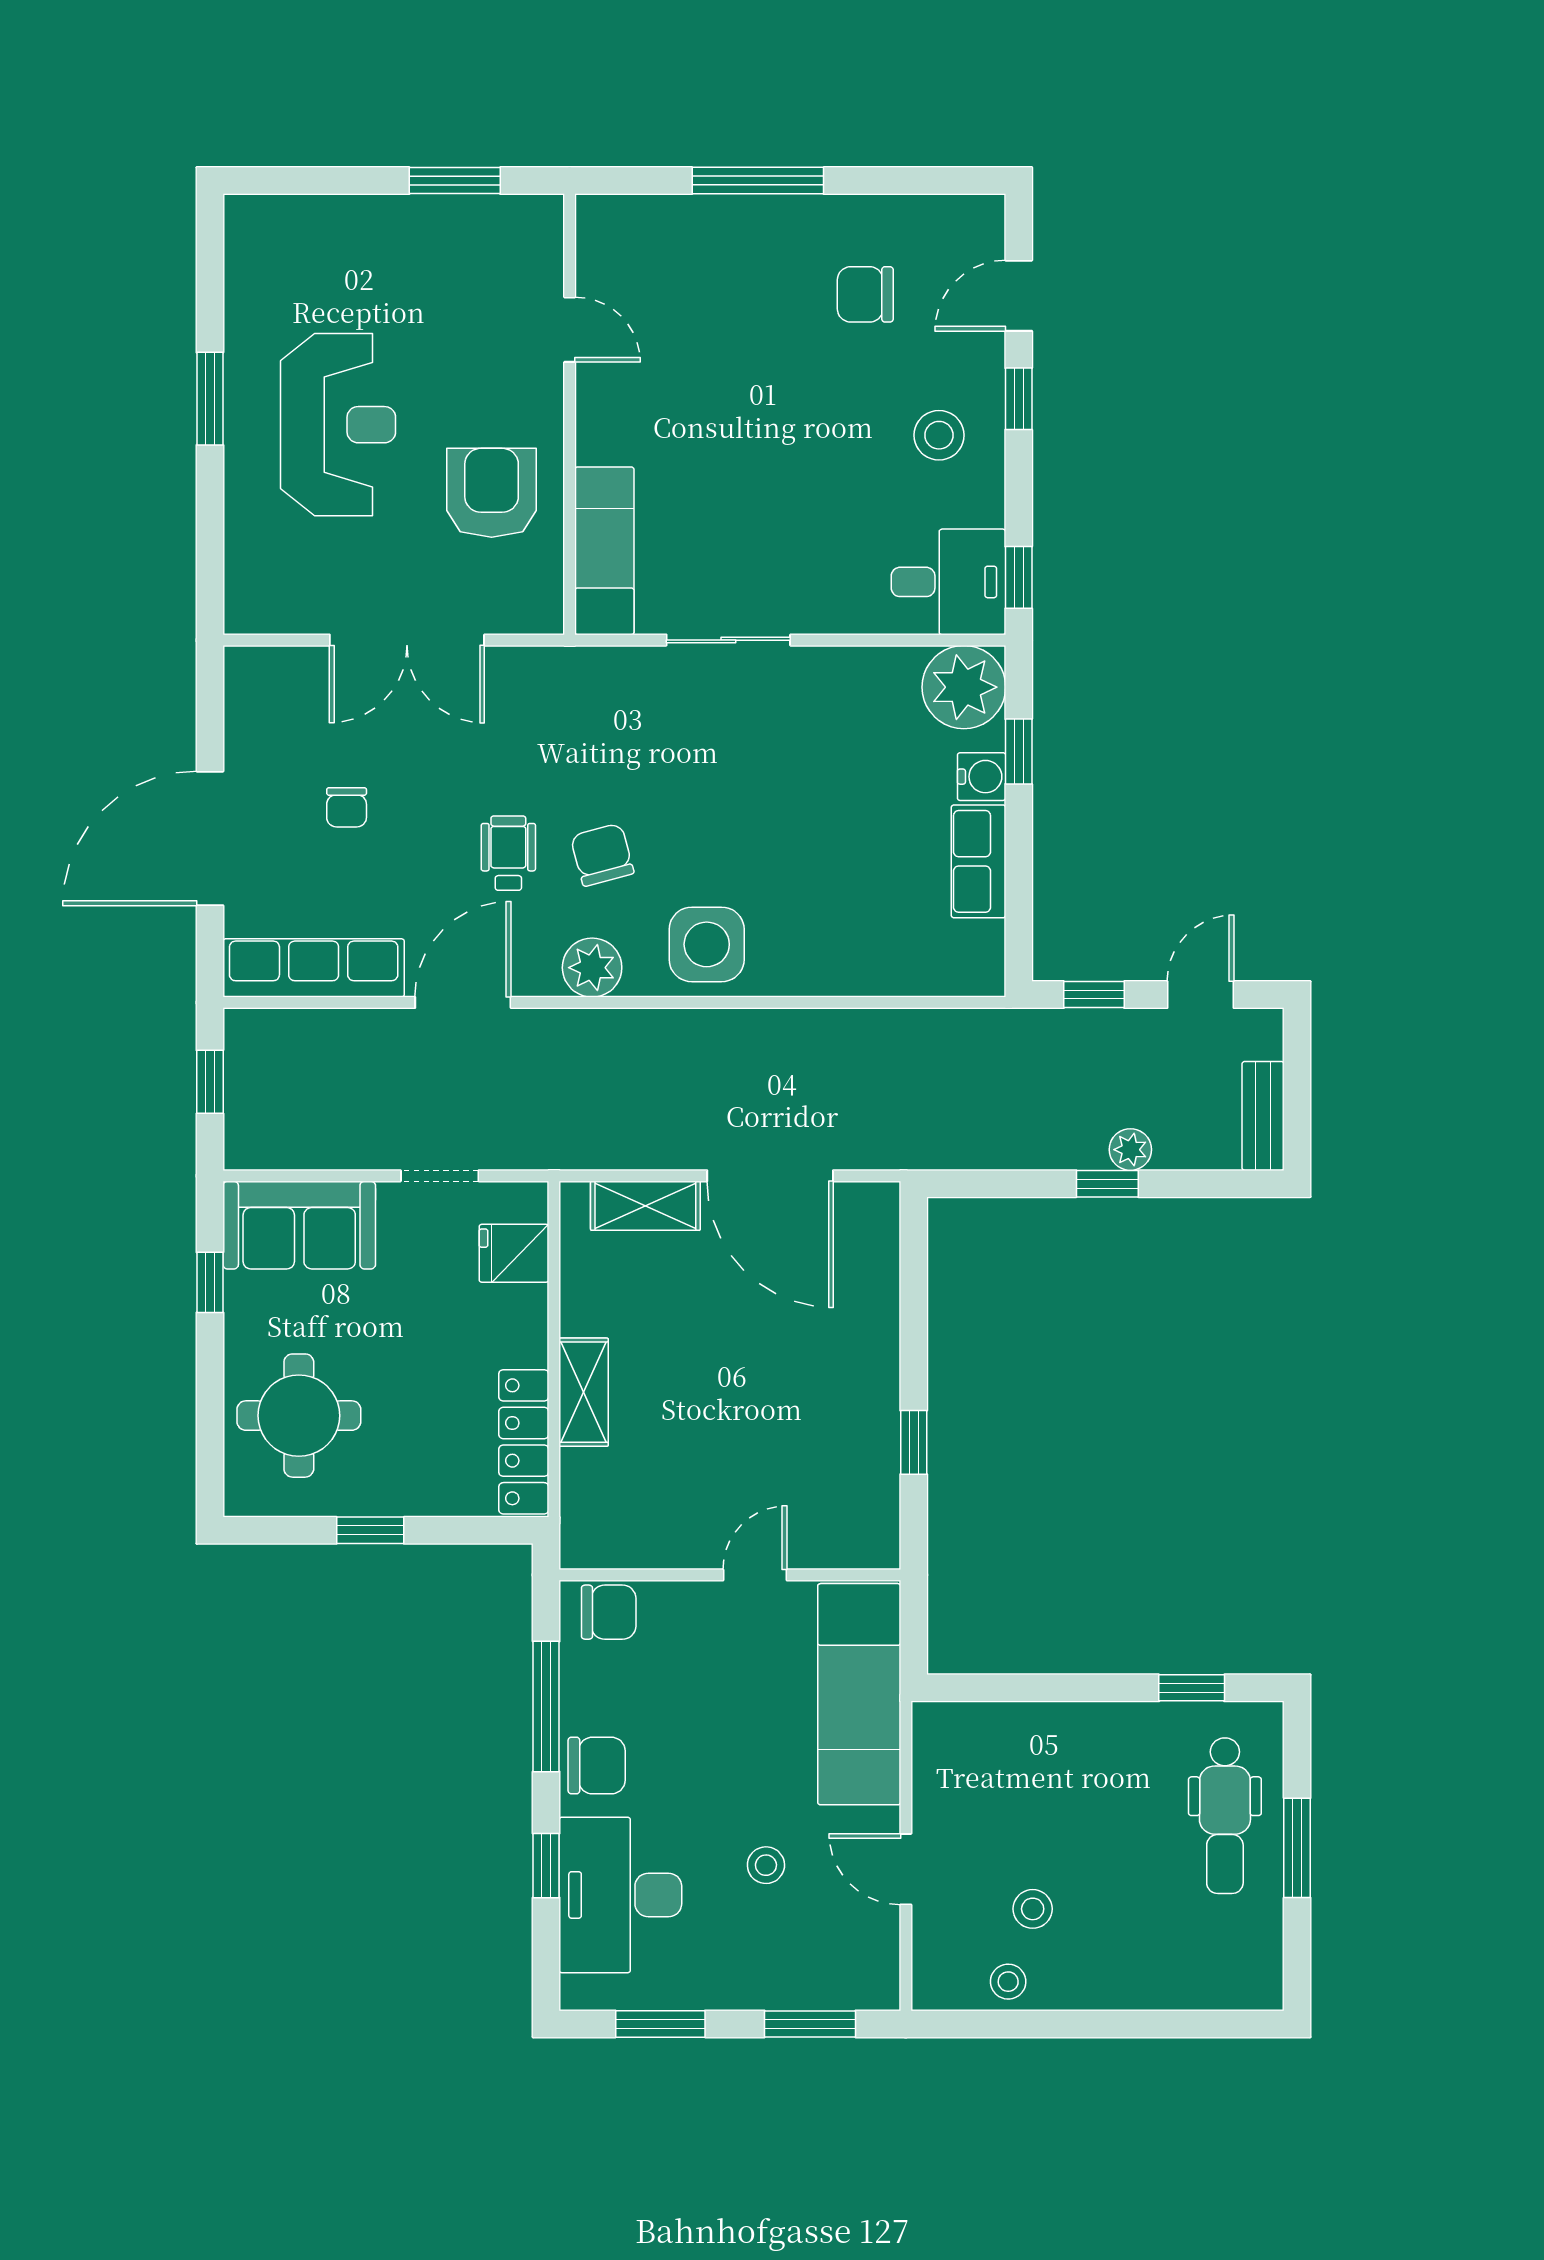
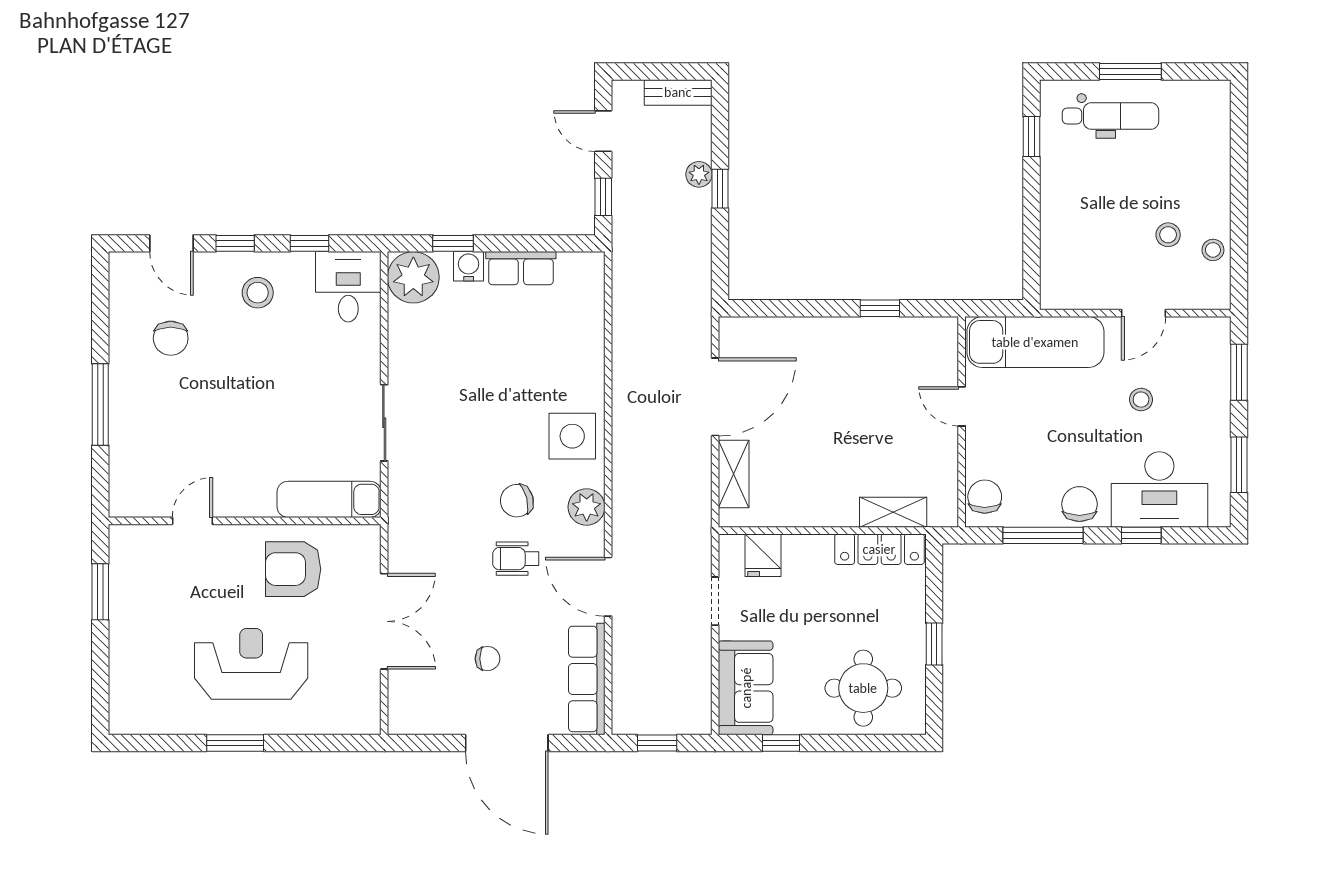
window: (1019, 577) -> (309, 243), moved
shelving: (584, 1392) -> (893, 512), moved

